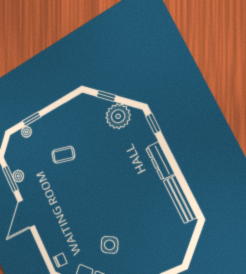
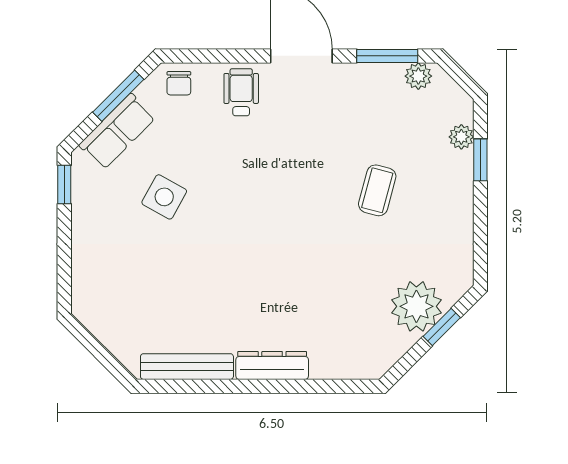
plant: (118, 116) -> (416, 306), moved
window: (153, 124) -> (345, 386), removed
plant: (18, 176) -> (418, 76), moved
wheelchair: (52, 232) -> (241, 92), added

